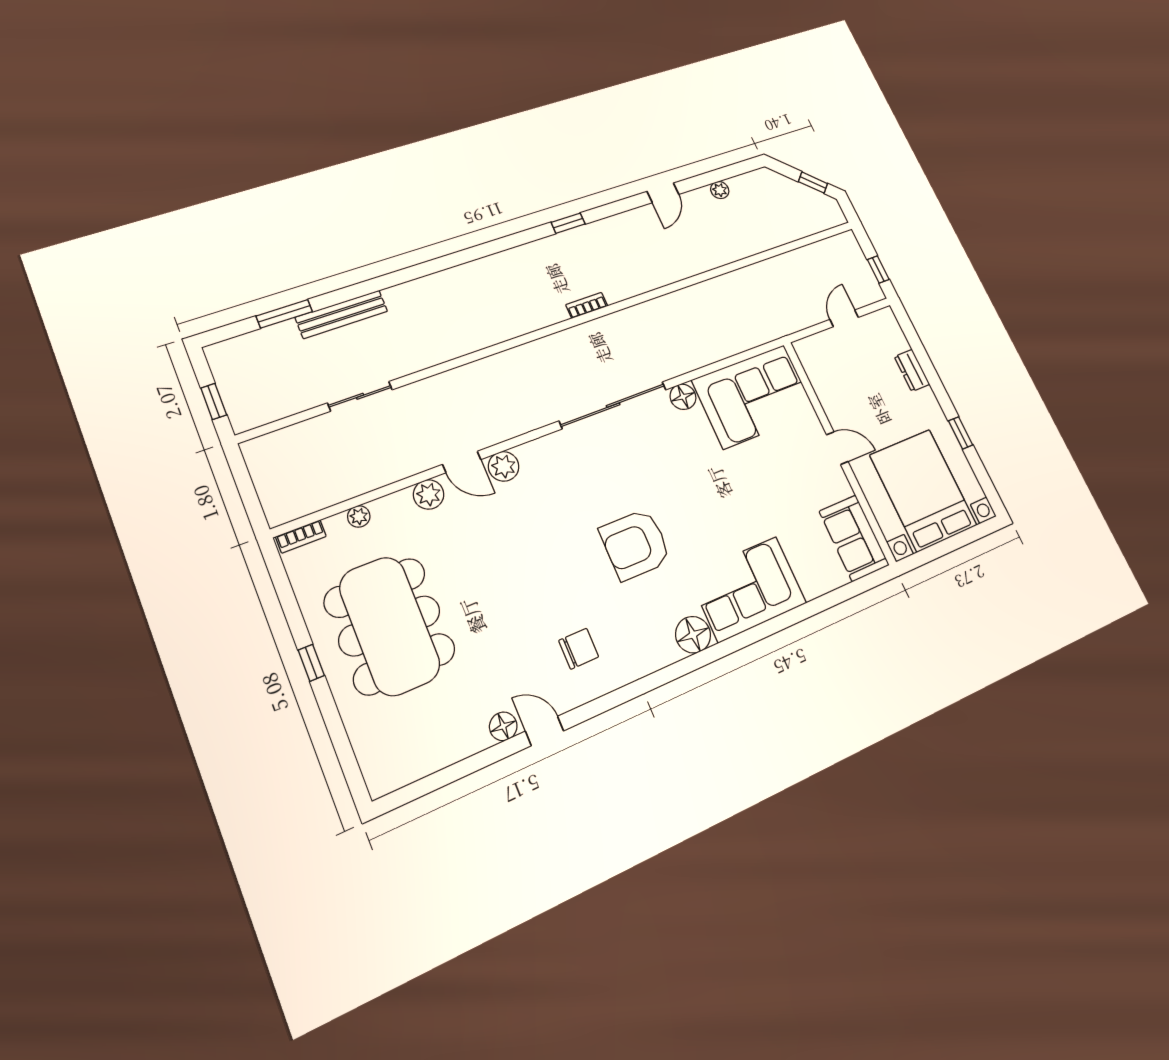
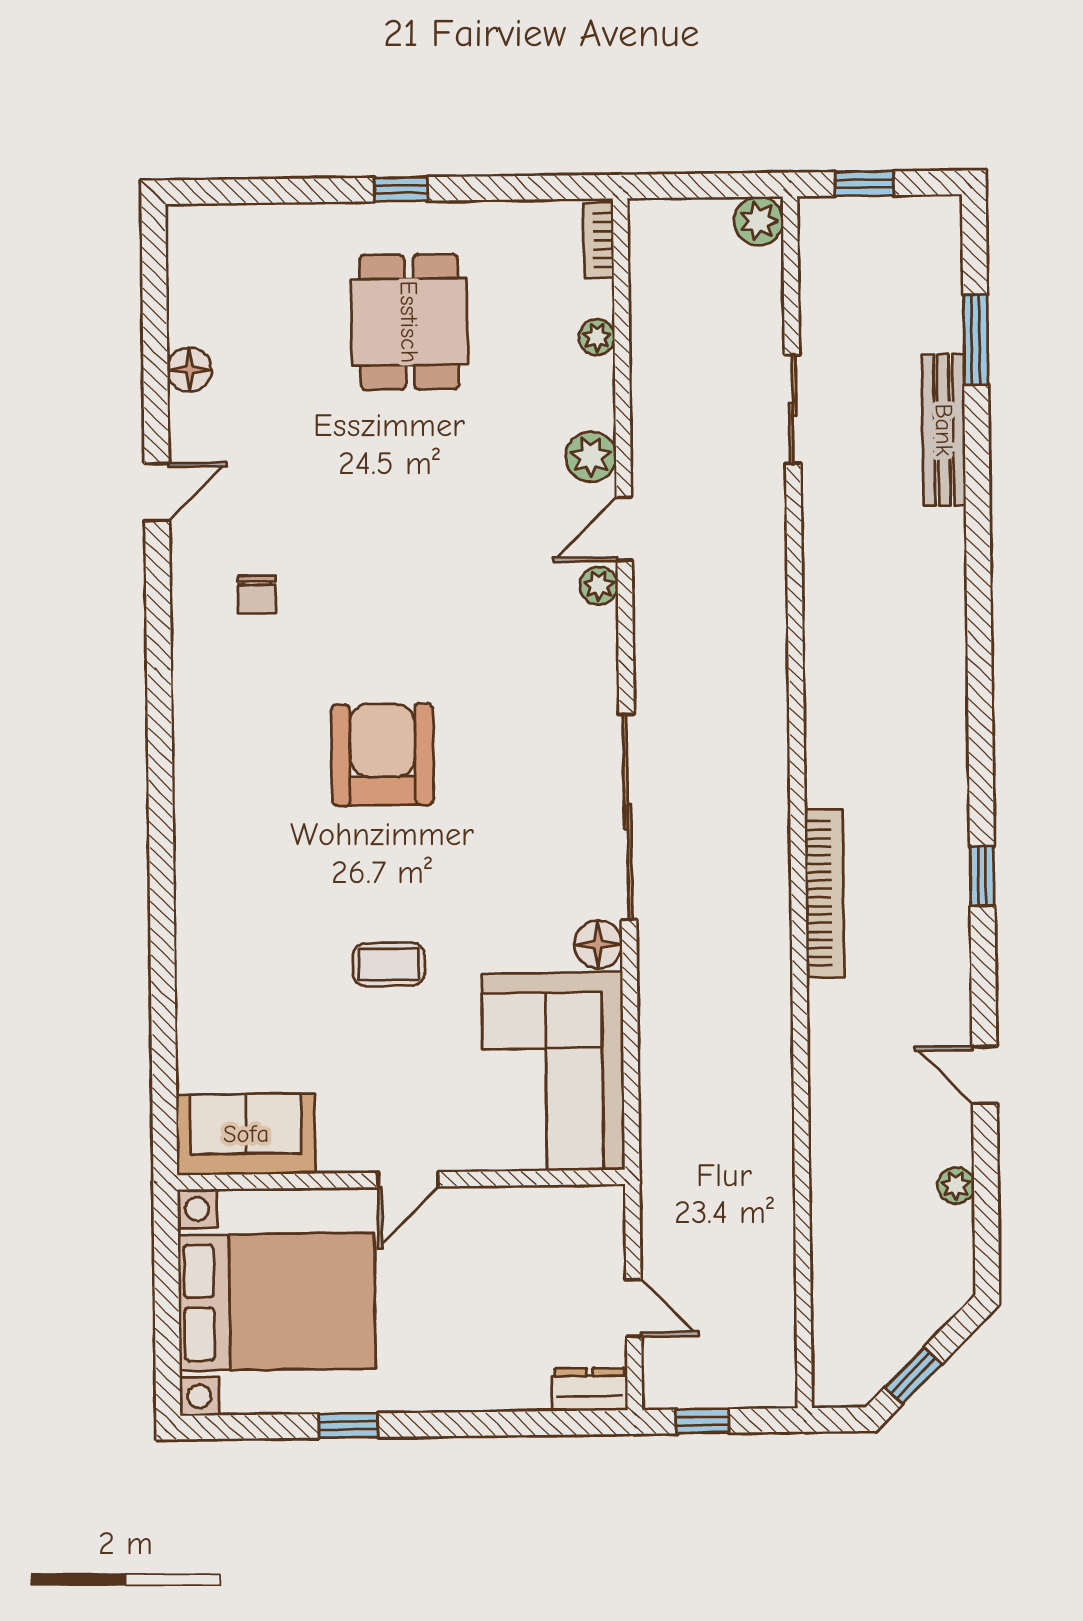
bookcase: (587, 305) -> (825, 893), width x2.31, depth x1.31
dresser: (912, 370) -> (590, 1390), moved
plant: (257, 452) -> (759, 221), added
plant: (504, 466) -> (599, 586), width x0.73, depth x0.73
coffee table: (740, 499) -> (389, 964), added
corner sofa: (748, 589) -> (237, 909), removed
dining table: (390, 626) -> (409, 322), width x0.53, depth x0.80
floor lamp: (693, 635) -> (203, 786), removed
chair: (579, 649) -> (257, 595), width x0.73, depth x0.73
floor lamp: (503, 726) -> (189, 370), moved

